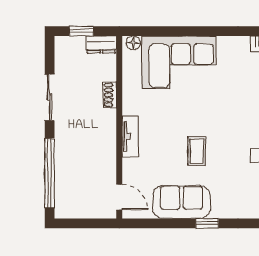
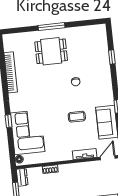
window: (202, 31) -> (9, 121), added
tv unit: (130, 136) -> (85, 154), moved

